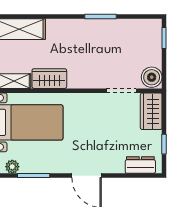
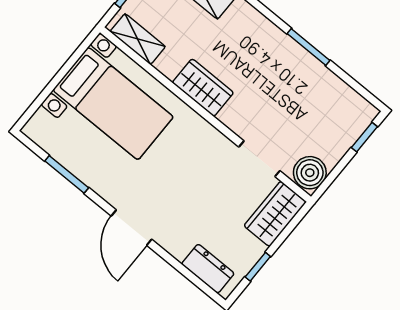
wardrobe: (49, 79) -> (203, 88), moved
plant: (12, 167) -> (50, 142), removed

